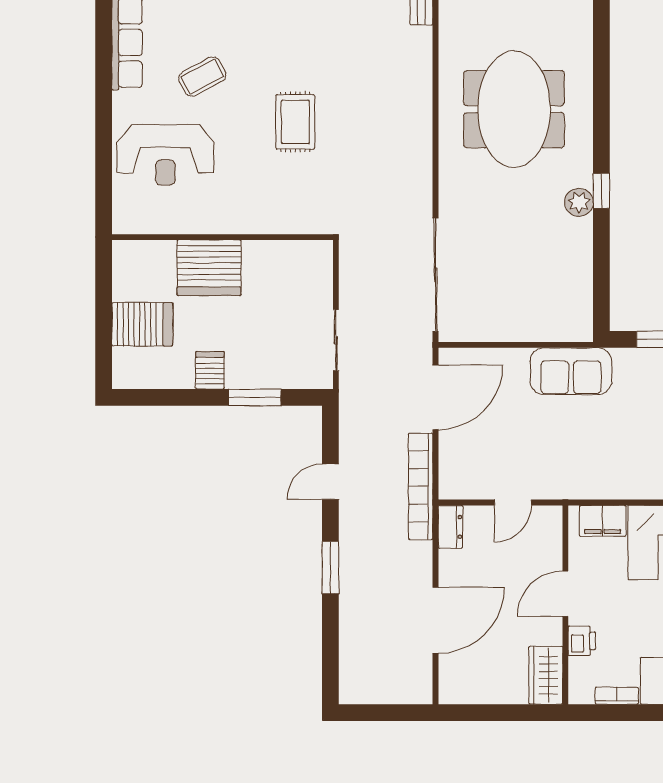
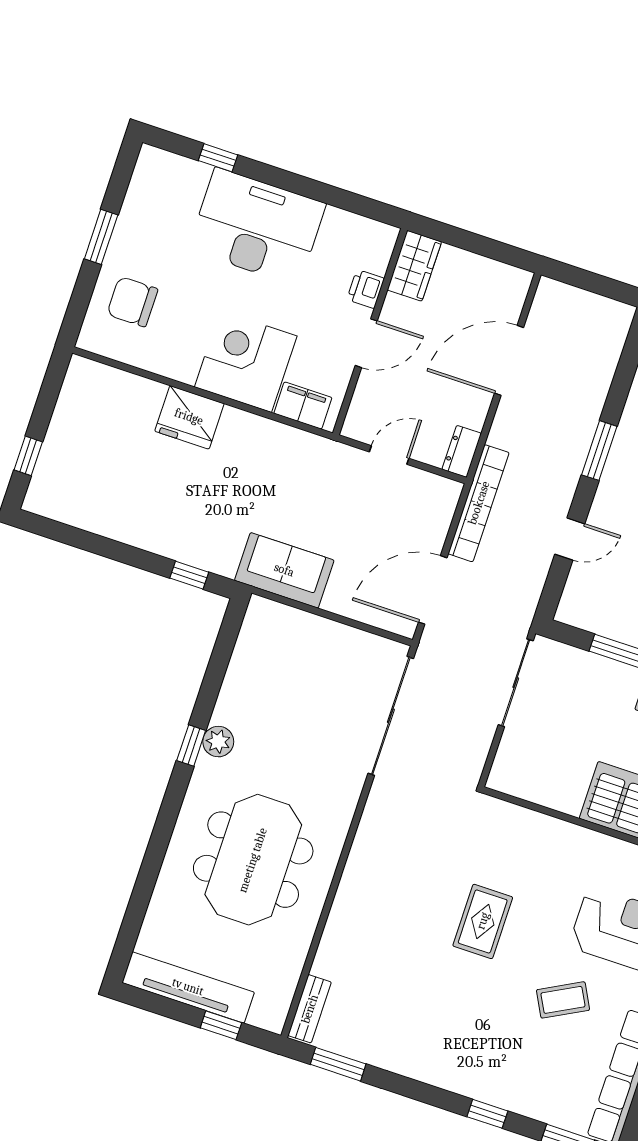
sliding door: (336, 340) -> (516, 683), width x1.37
bookcase: (617, 696) -> (348, 220), removed

